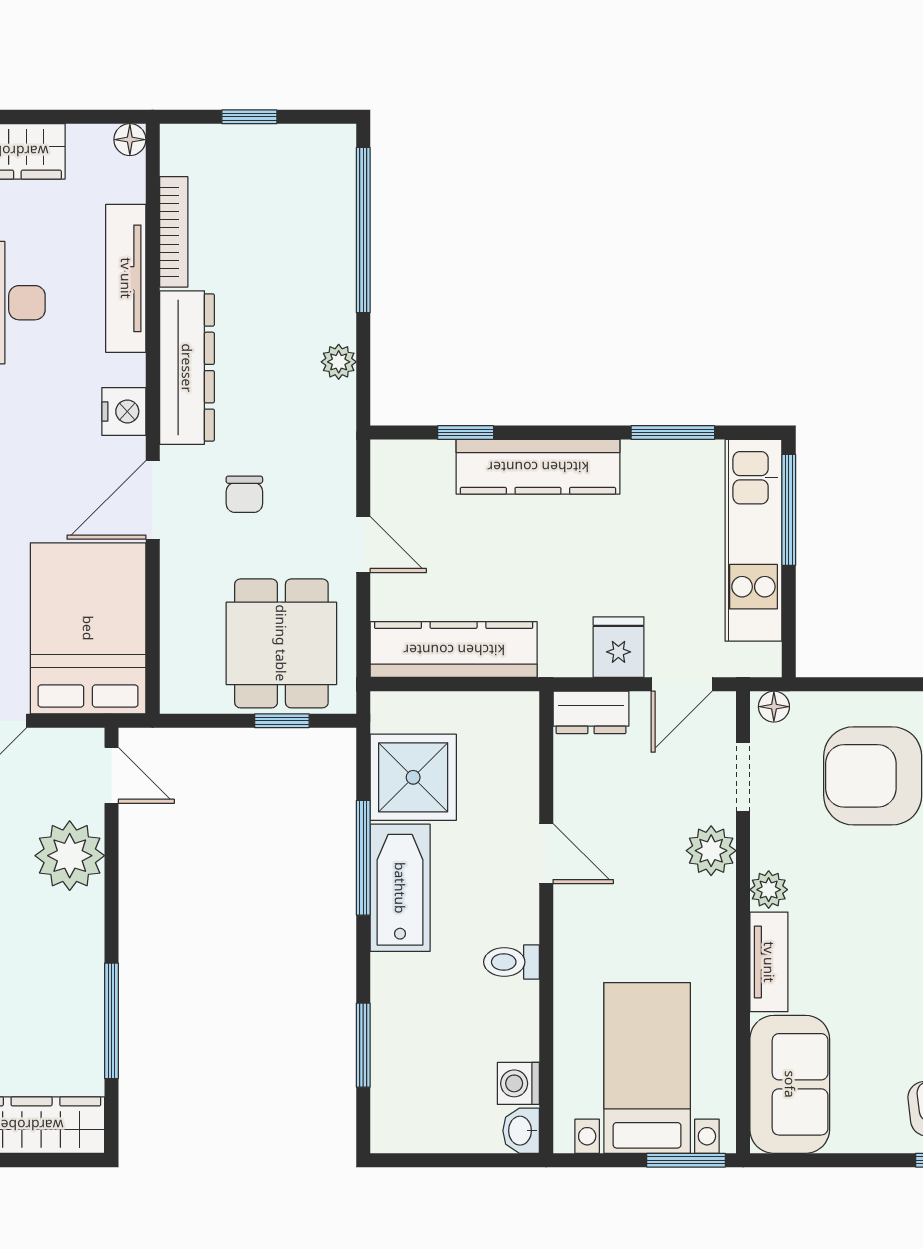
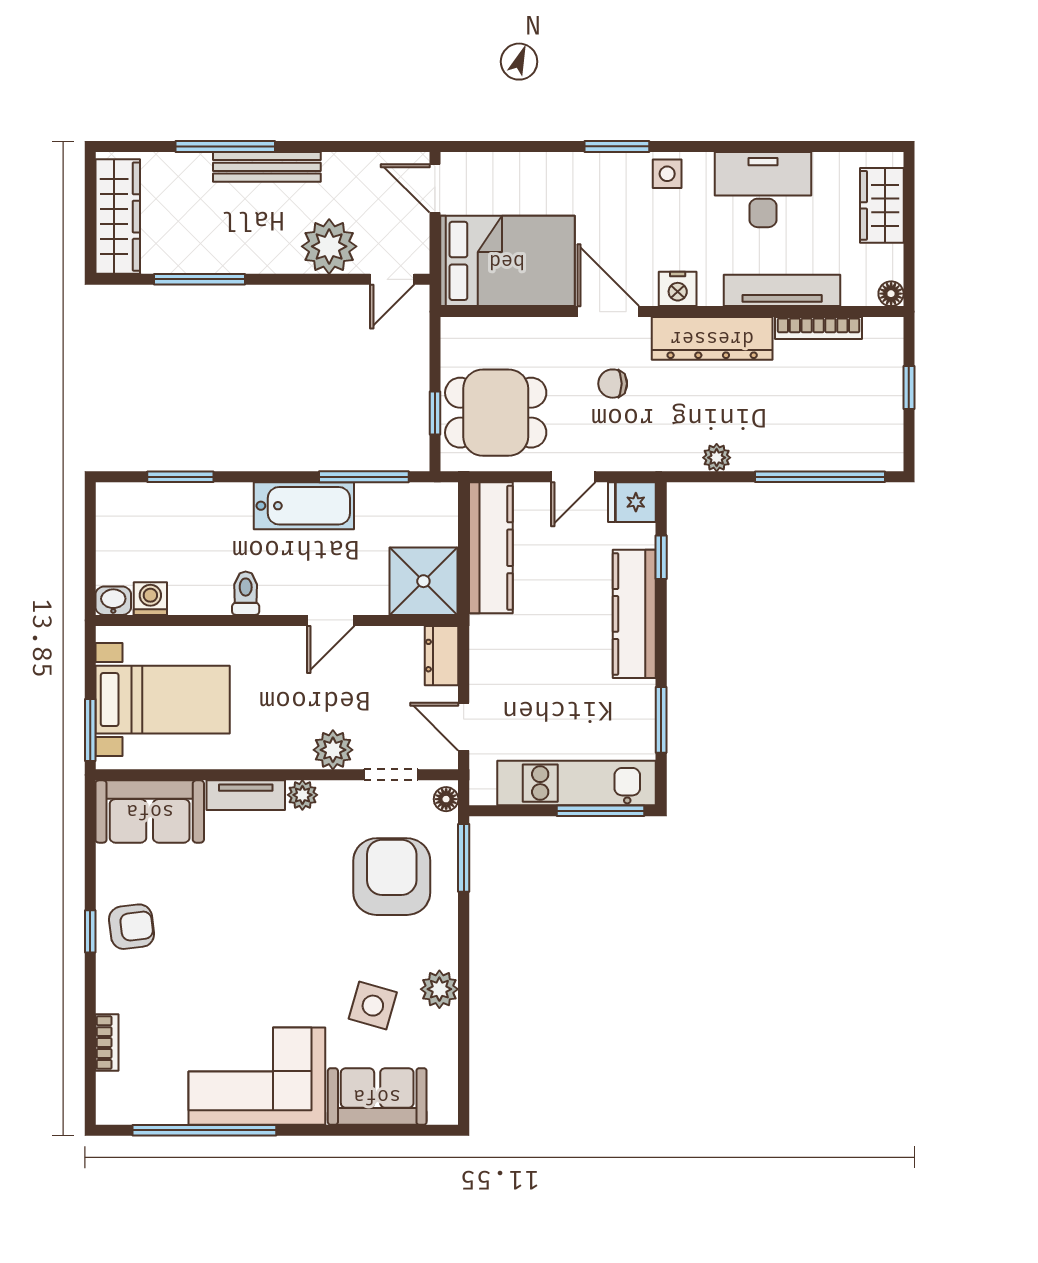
fridge: (618, 647) -> (632, 502), moved, turned 180
window: (849, 684) -> (464, 858), added
shower: (413, 777) -> (423, 581), moved
window: (363, 858) -> (364, 477), moved

